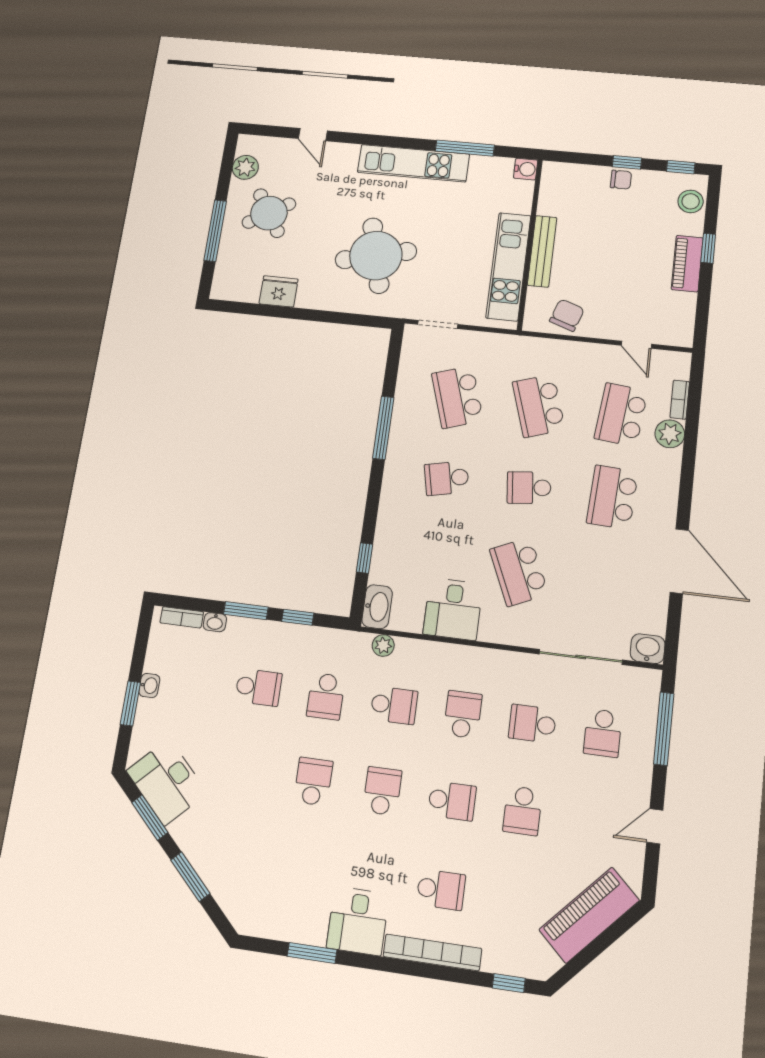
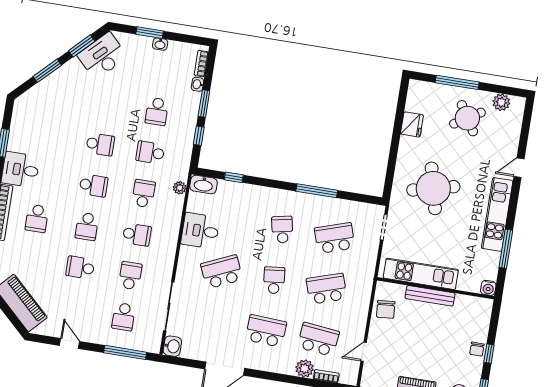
door: (313, 135) -> (519, 168), moved
chair: (567, 315) -> (386, 309), turned 66
school desk: (394, 705) -> (144, 194), turned 180
school desk: (603, 733) -> (124, 317), turned -90

